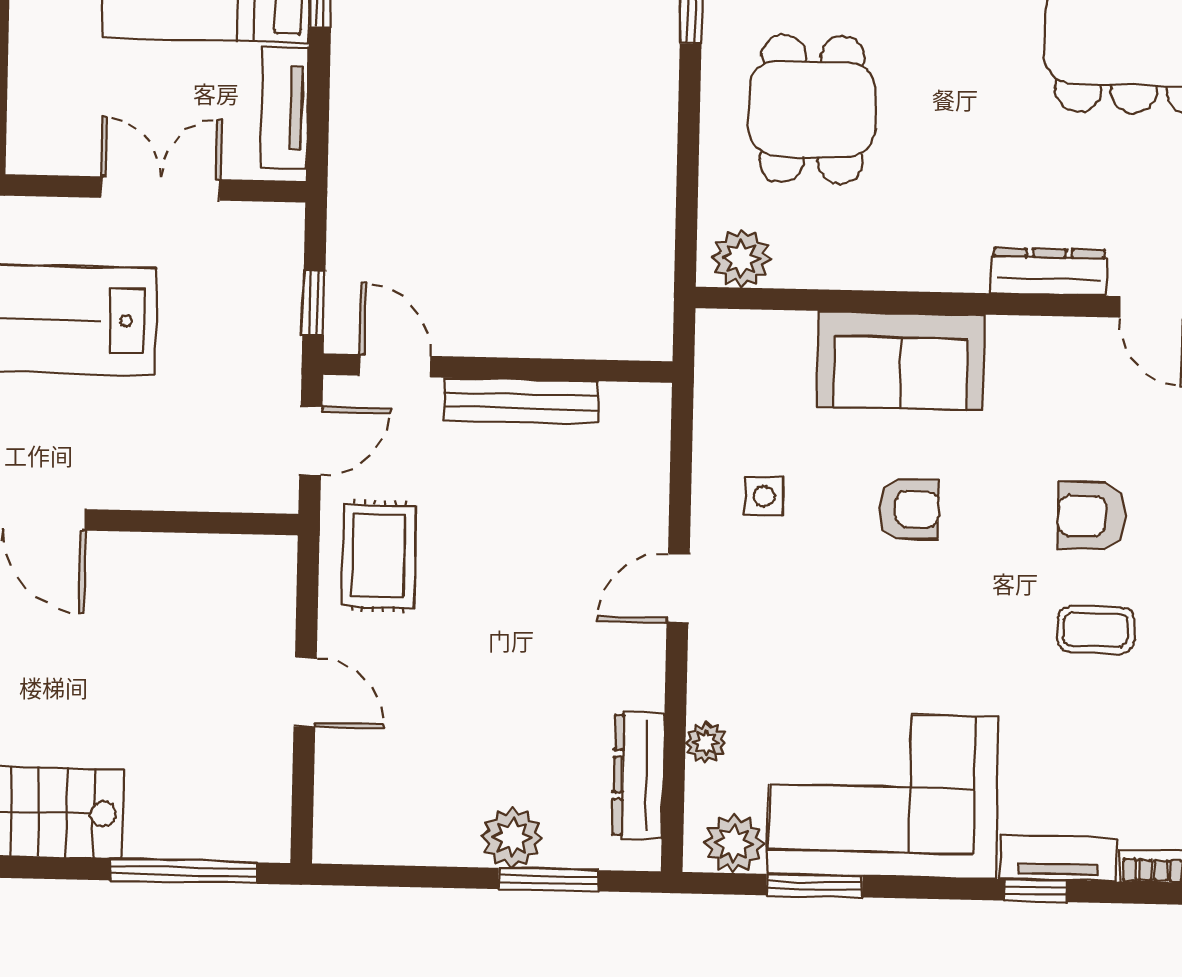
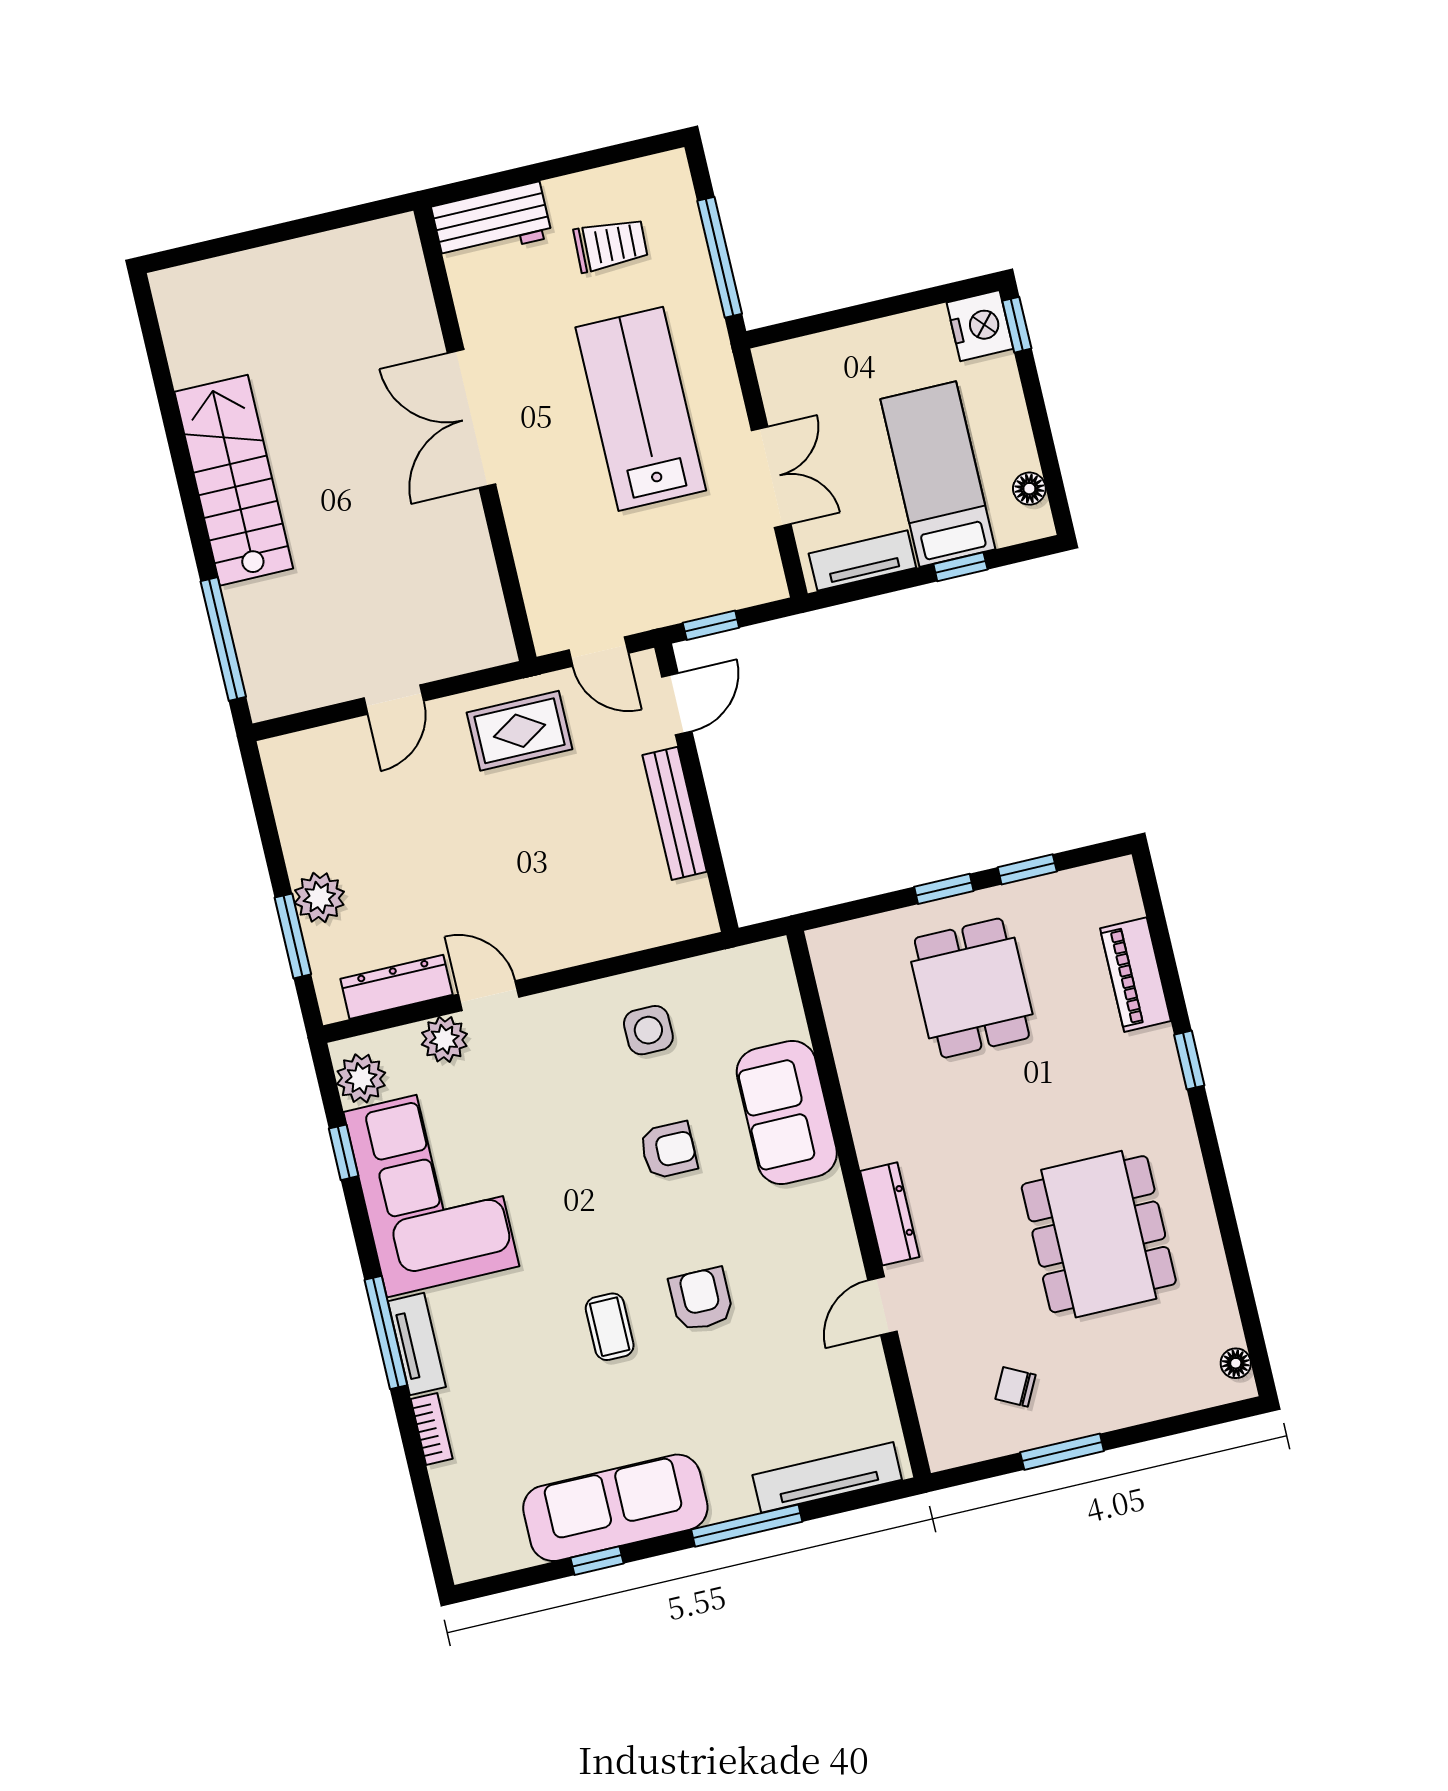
dining table: (812, 109) -> (972, 988), turned 90
window: (689, 112) -> (944, 889), added
plant: (741, 258) -> (836, 962), removed
side table: (764, 496) -> (648, 1030), width x1.37, depth x1.37
armchair: (909, 509) -> (669, 1150), turned -90
door: (678, 588) -> (489, 996), moved
plant: (706, 743) -> (444, 1039), width x1.38, depth x1.38
window: (814, 886) -> (344, 1152), width x0.67
window: (1035, 891) -> (386, 1332), width x2.17

